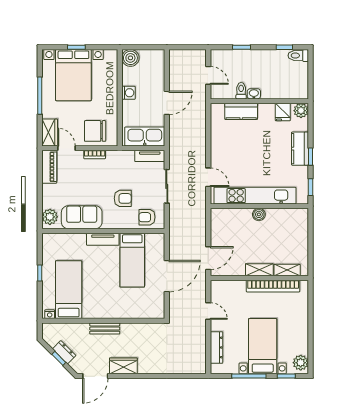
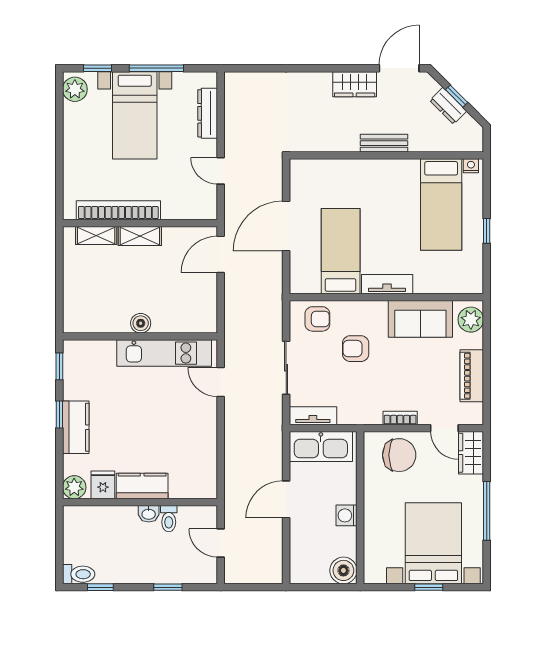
kitchen counter: (241, 111) -> (142, 486), moved
piano: (49, 167) -> (472, 376), moved
kitchen unit: (255, 196) -> (164, 353), width x0.73

